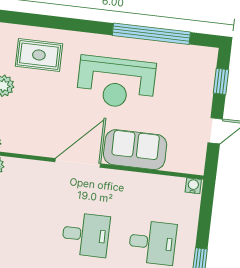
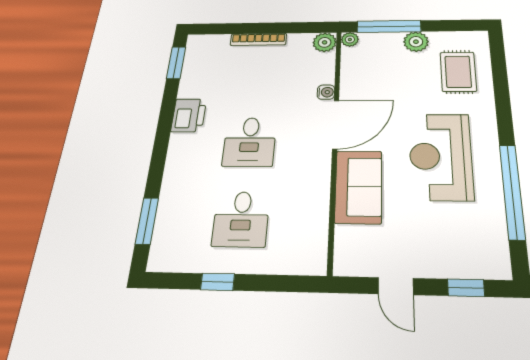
door: (78, 163) -> (336, 124), hinge flipped
water cooler: (193, 186) -> (326, 92), moved

